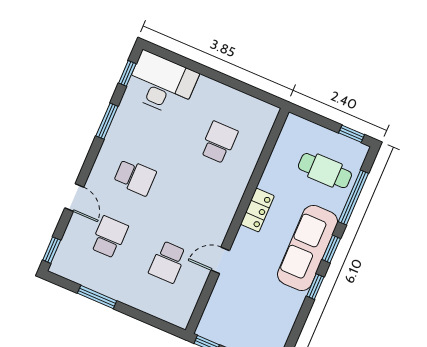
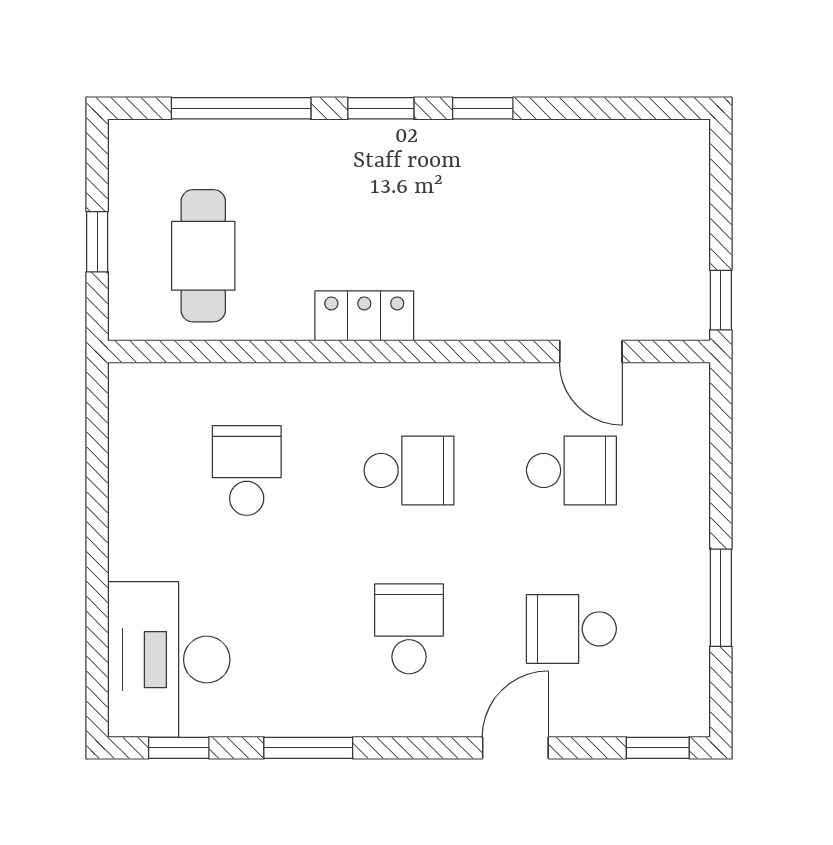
window: (352, 134) -> (97, 242), moved
school desk: (219, 142) -> (247, 470), turned 90
cafe table: (325, 171) -> (203, 256), moved
school desk: (193, 202) -> (409, 470), added
sofa: (308, 248) -> (402, 164), removed
door: (220, 260) -> (591, 351), moved

